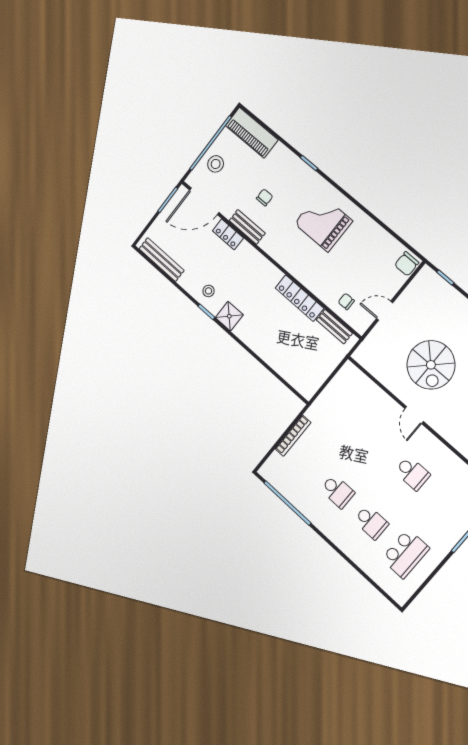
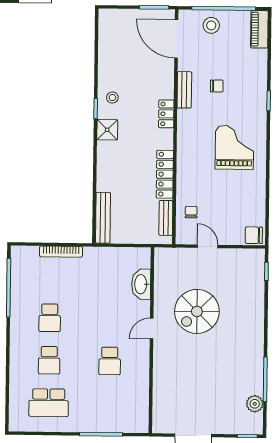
piano: (252, 133) -> (259, 29), width x0.73, depth x0.75
locker: (228, 234) -> (166, 114), moved
bench: (162, 259) -> (103, 218), moved
washbasin: (371, 393) -> (141, 284), added

